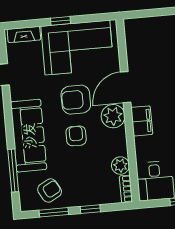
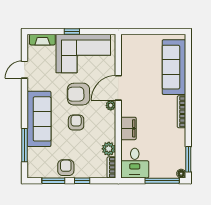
plant: (113, 116) -> (111, 105), width x0.53, depth x0.53
filing cabinet: (142, 121) -> (128, 128), moved
armchair: (50, 191) -> (66, 168), moved, turned -61

